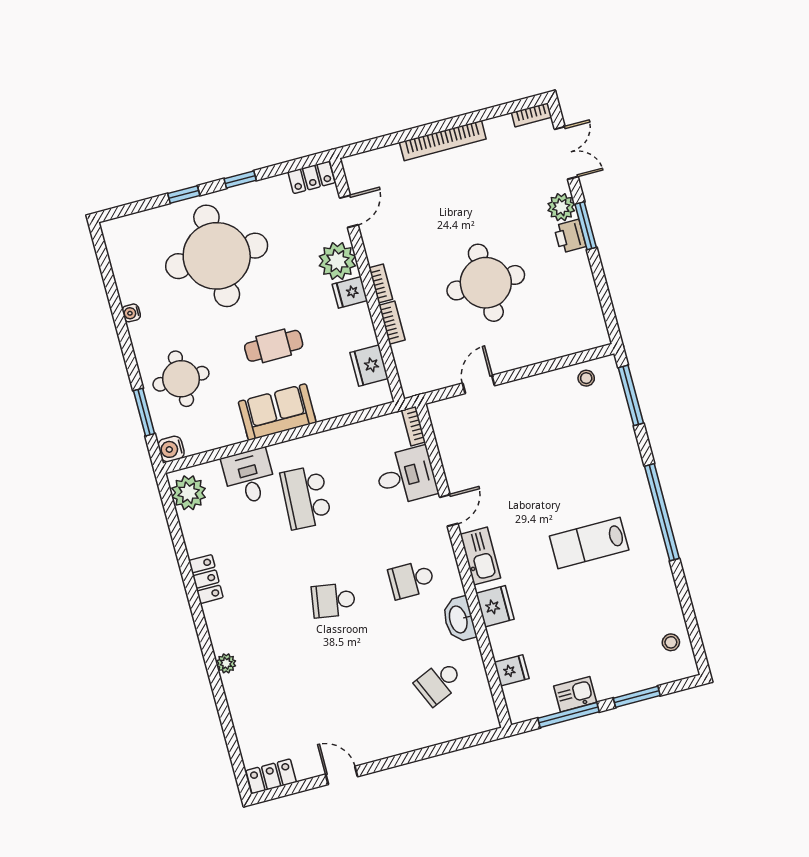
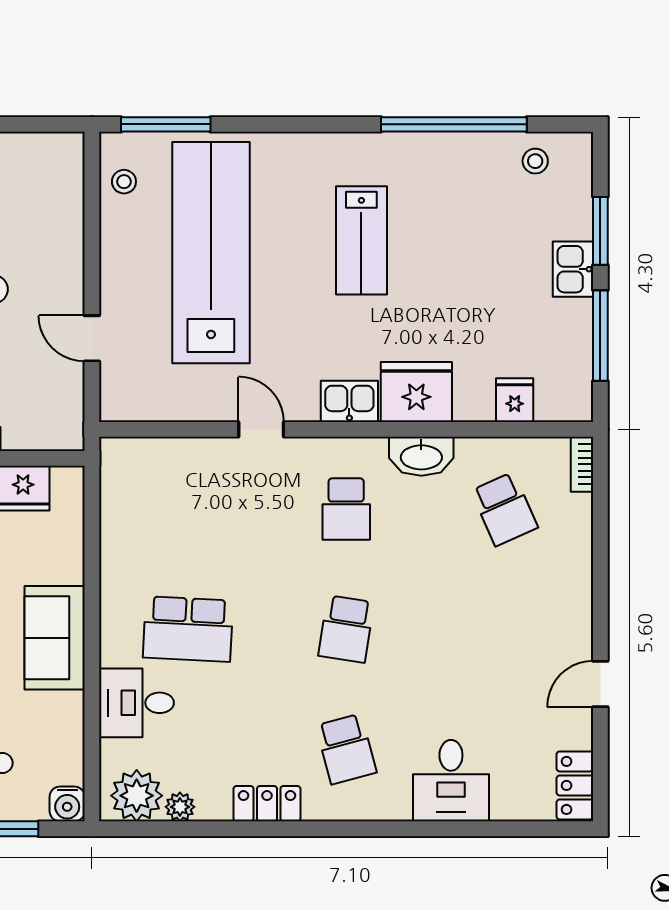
bookcase: (413, 426) -> (582, 464), moved, turned 90
lab bench: (555, 447) -> (211, 253), added
desk: (406, 476) -> (451, 781), moved, turned 180
window: (662, 512) -> (454, 124), moved
kitchen sink: (480, 556) -> (349, 401), width x0.73
fridge: (495, 606) -> (416, 392), width x1.36, depth x1.34
school desk: (255, 621) -> (346, 749), added
plant: (226, 663) -> (180, 807), moved
kitchen sink: (575, 694) -> (573, 269), moved

